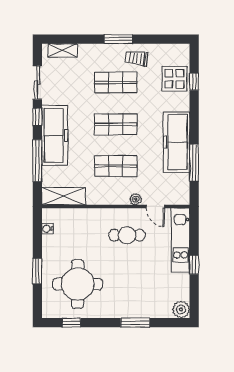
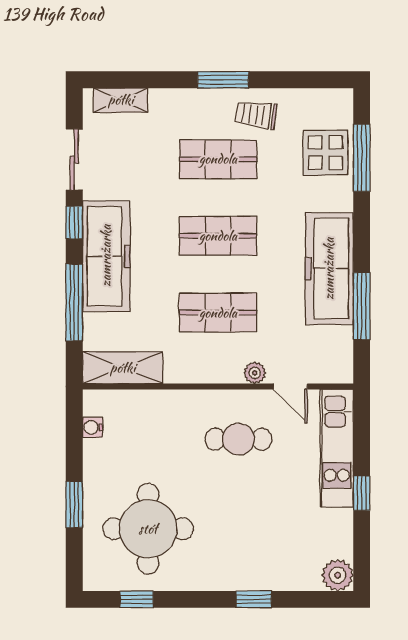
window: (194, 82) -> (362, 158), width x2.17
window: (135, 323) -> (254, 599), width x0.67

